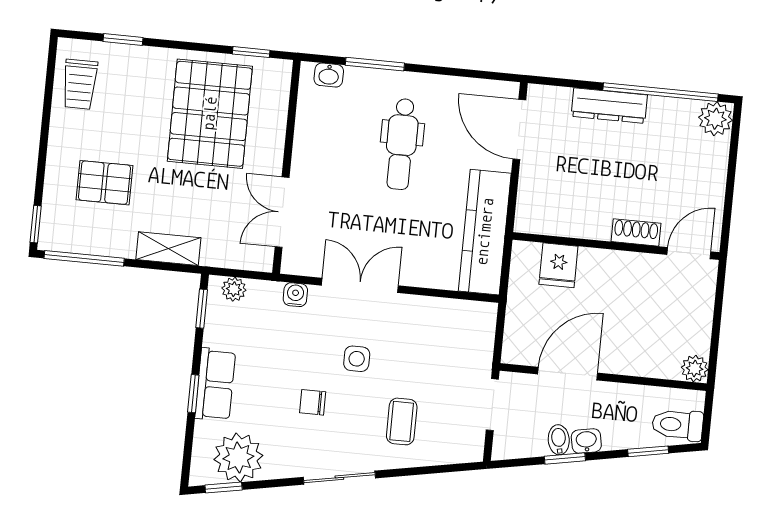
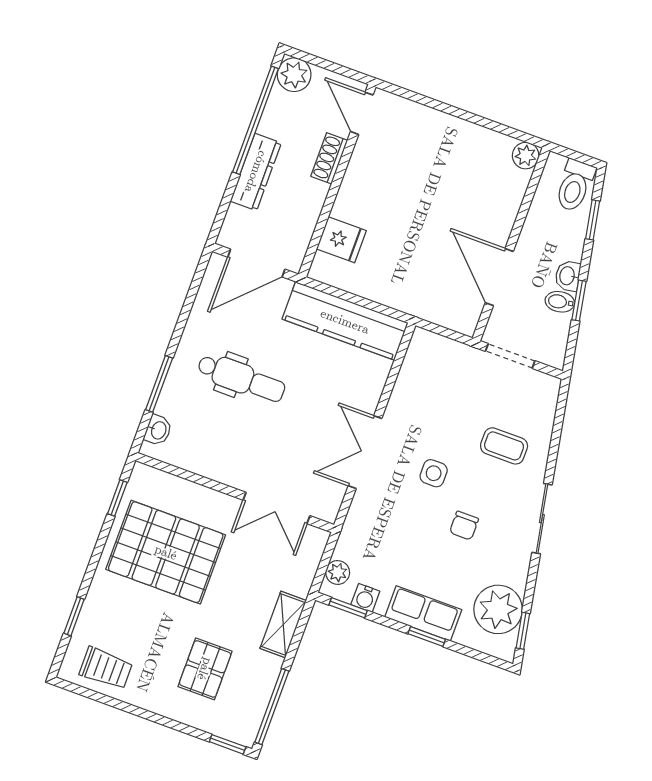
shoe rack: (636, 232) -> (329, 158), moved
wall: (616, 246) -> (337, 181), moved
door: (689, 253) -> (362, 113), moved
fridge: (558, 265) -> (341, 240), moved
water cooler: (295, 295) -> (365, 598), moved, turned -90

